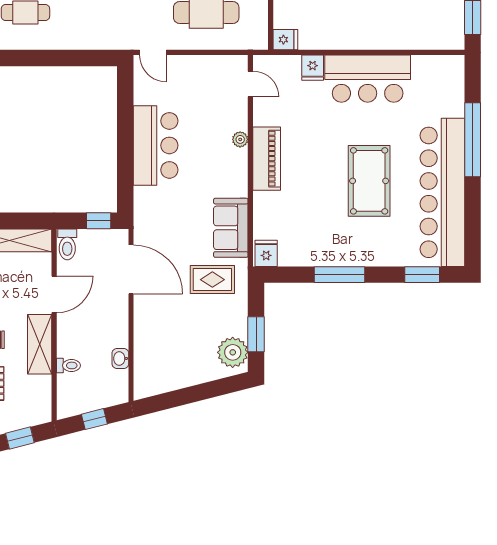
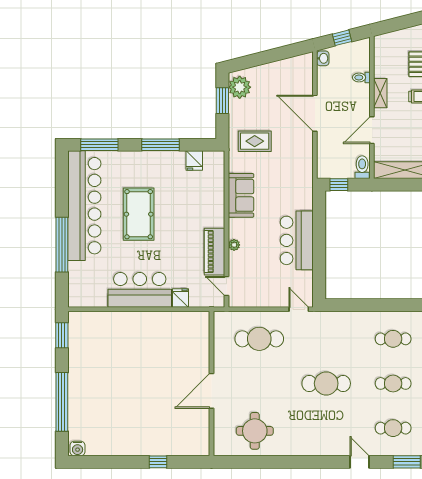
fridge: (285, 40) -> (201, 319), removed
piano: (267, 159) -> (215, 252), moved
sofa: (231, 228) -> (241, 195), moved
fridge: (266, 253) -> (194, 161), moved
door: (131, 269) -> (315, 113), moved
window: (422, 275) -> (99, 145), width x1.44
shelving: (40, 344) -> (380, 93), width x0.67, depth x0.75
washbasin: (120, 358) -> (323, 58), moved
window: (20, 438) -> (397, 24), removed

